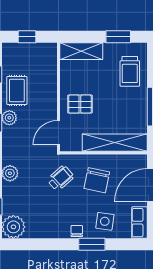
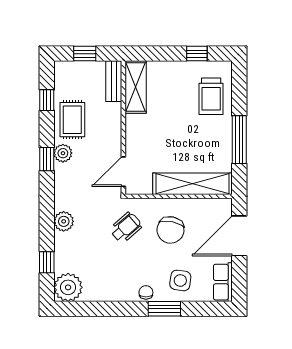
window: (118, 37) -> (197, 54), width x0.67
shelving: (81, 51) -> (136, 87), moved, turned 90
bench: (51, 59) -> (114, 81), added
pallet: (80, 104) -> (150, 136), removed

